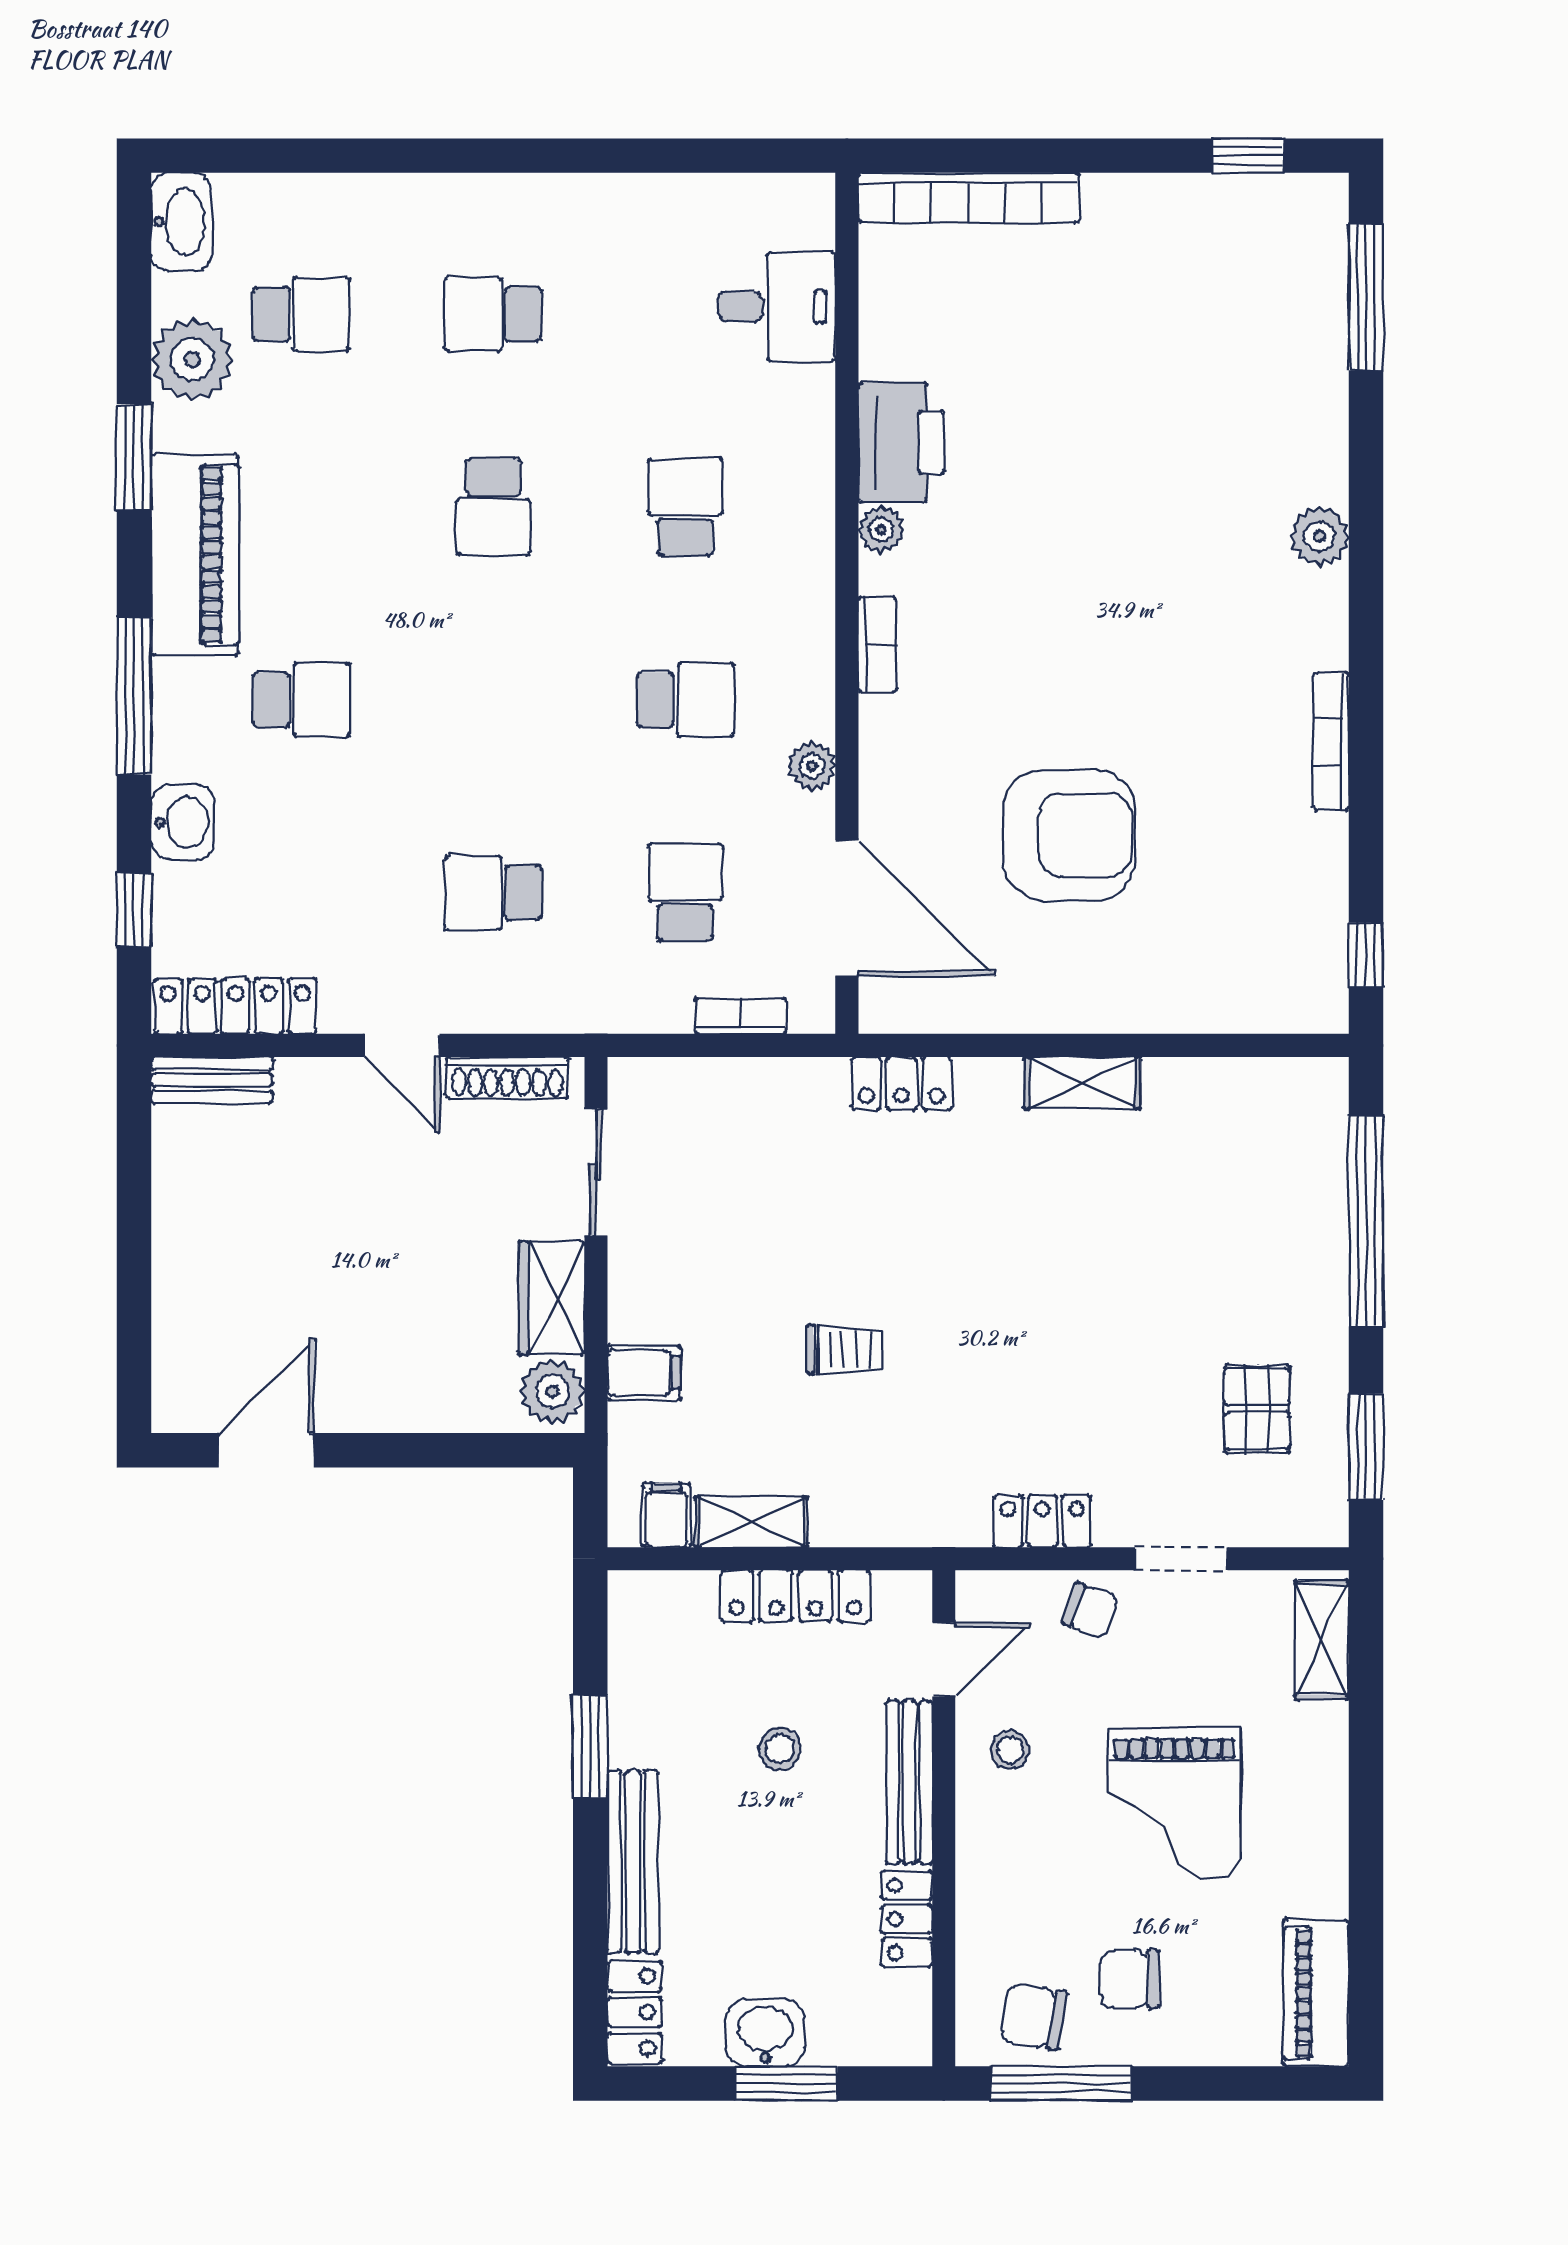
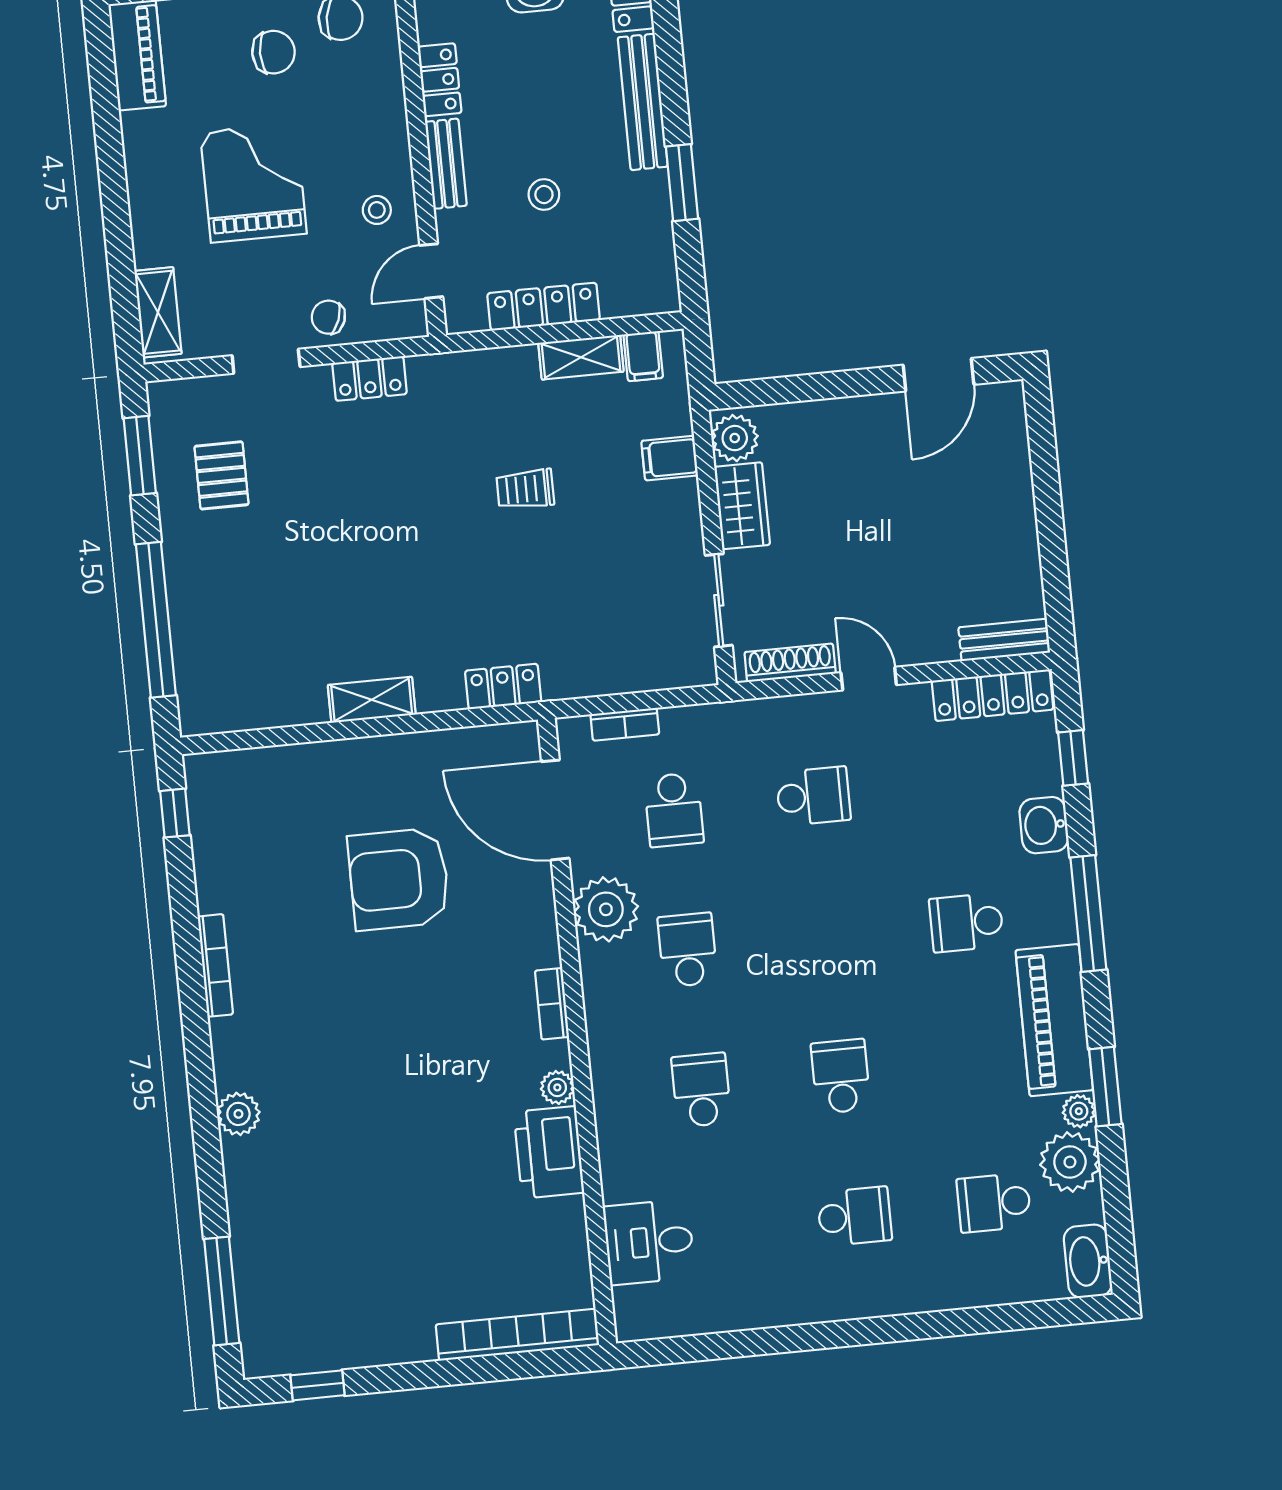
plant: (173, 428) -> (1079, 1111), added
school desk: (685, 507) -> (701, 1090), turned 180
school desk: (685, 700) -> (688, 950), turned 90
plant: (812, 766) -> (606, 909), width x1.88, depth x1.88
bench: (910, 1782) -> (446, 164), width x0.73

